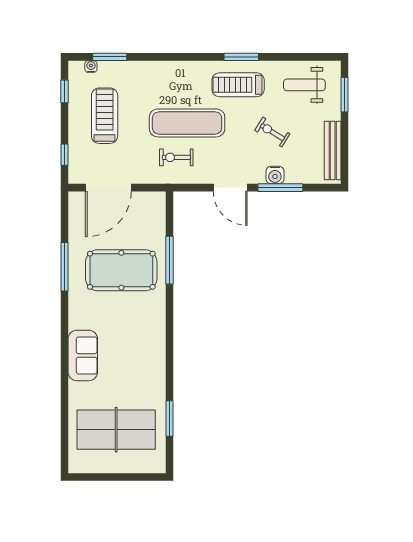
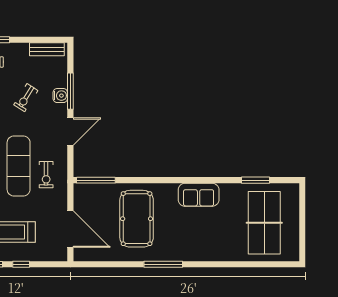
bench: (333, 151) -> (47, 49), width x0.73
window: (64, 155) -> (21, 264), moved
window: (169, 260) -> (96, 180), moved
window: (64, 267) -> (163, 264), moved
sofa: (83, 355) -> (199, 195), moved, turned 180

